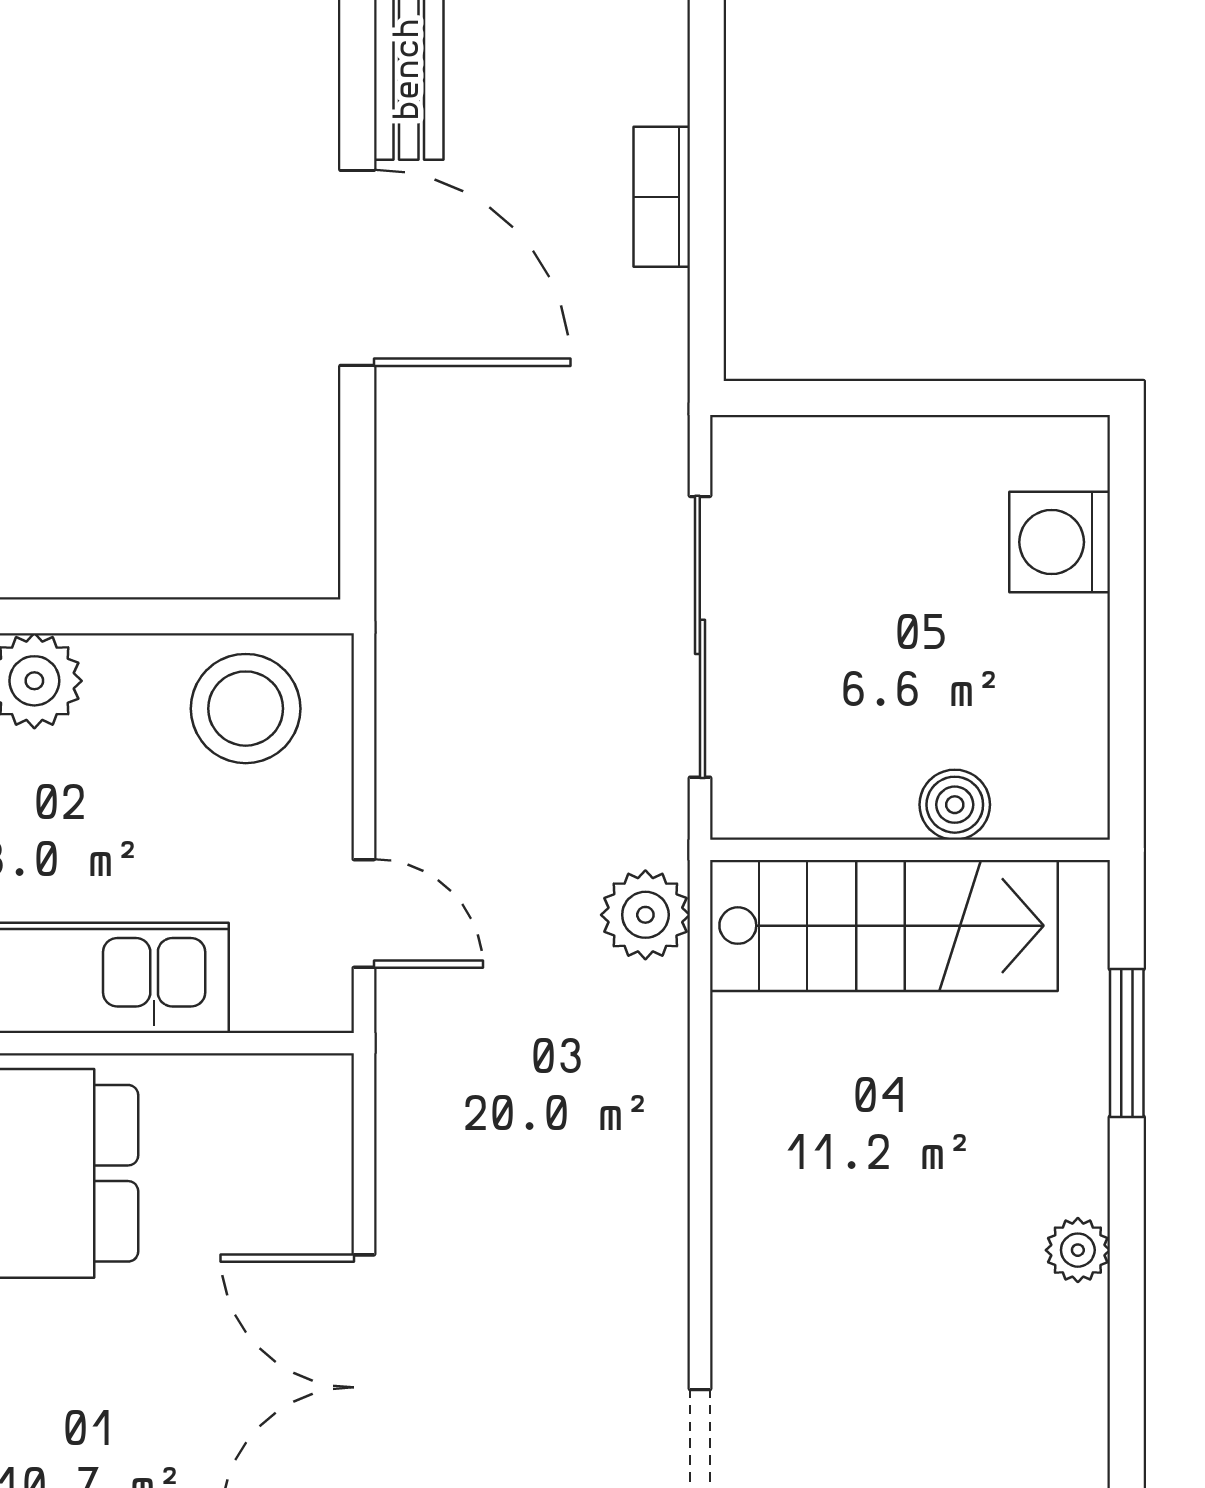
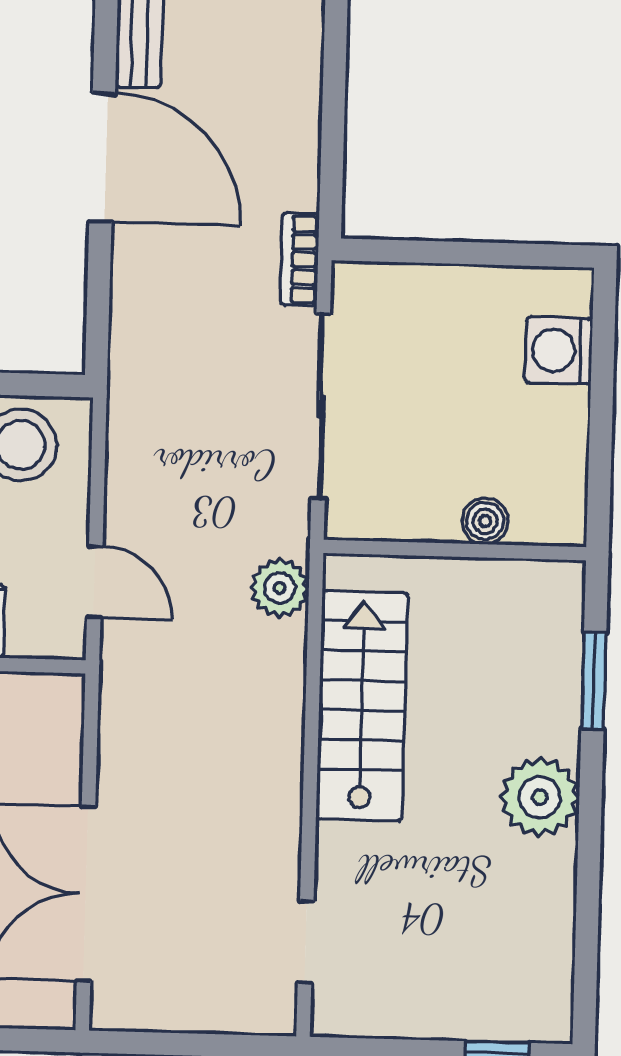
bookcase: (662, 197) -> (300, 259), moved
stairs: (884, 926) -> (362, 706), moved, turned -90
plant: (1078, 1250) -> (540, 797), width x1.87, depth x1.87

